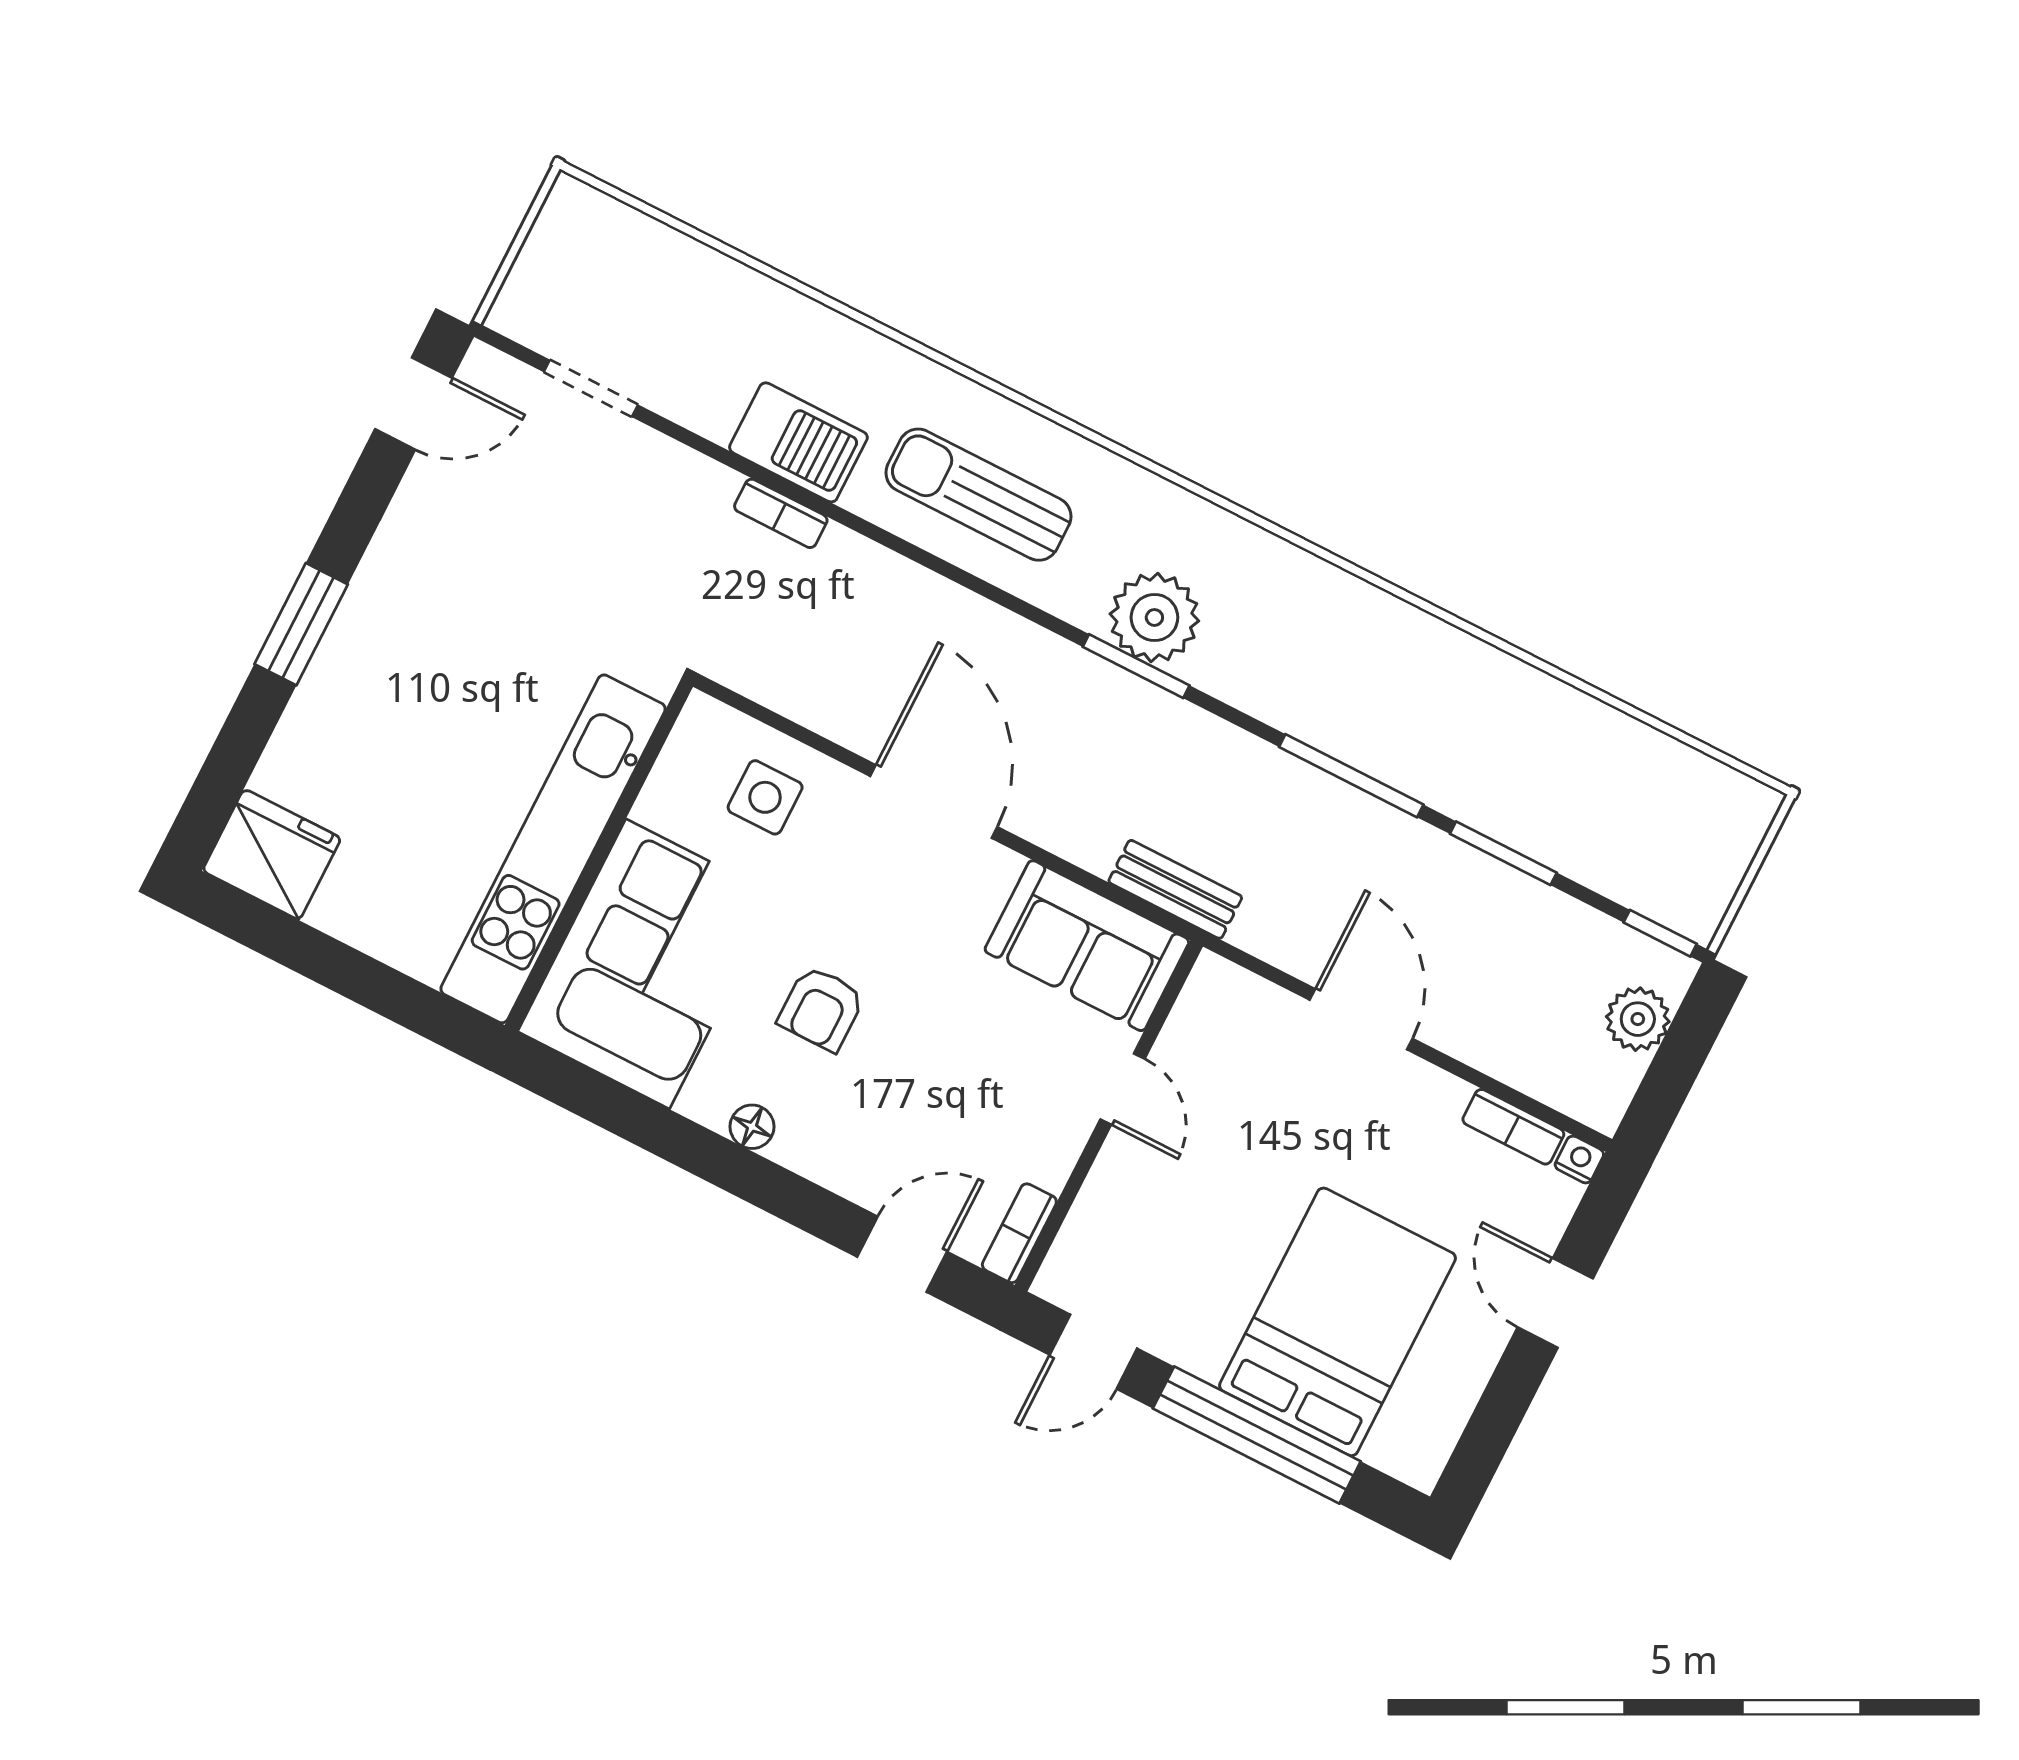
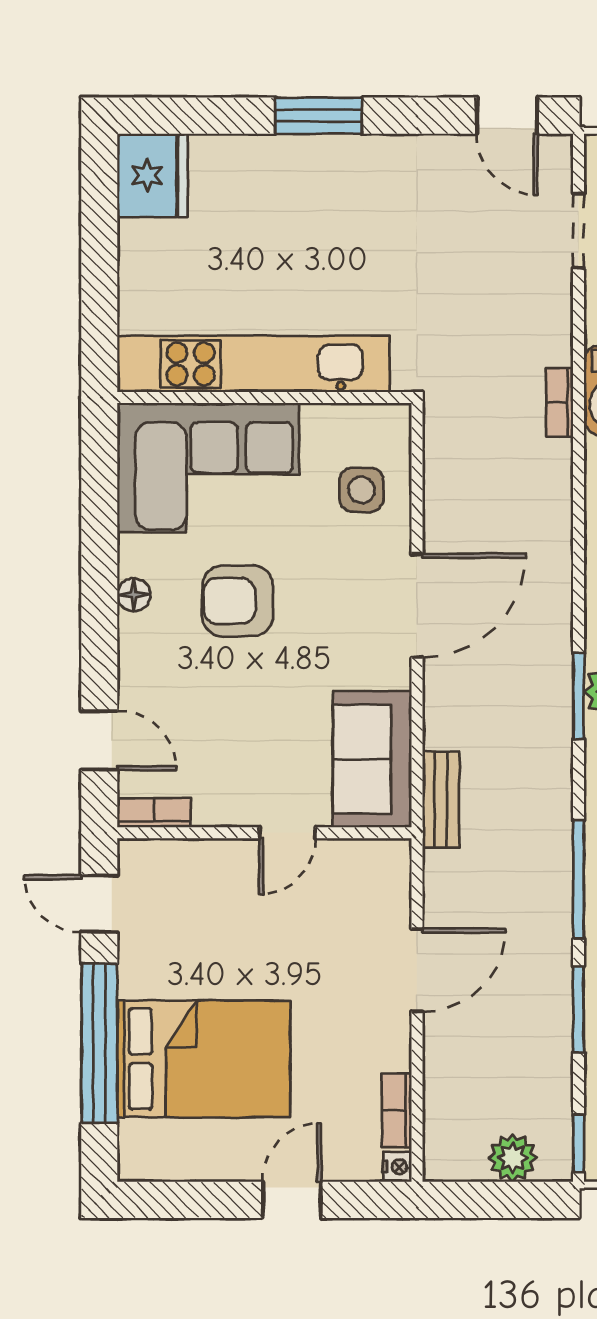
armchair: (821, 1009) -> (238, 601), width x1.38, depth x1.38

